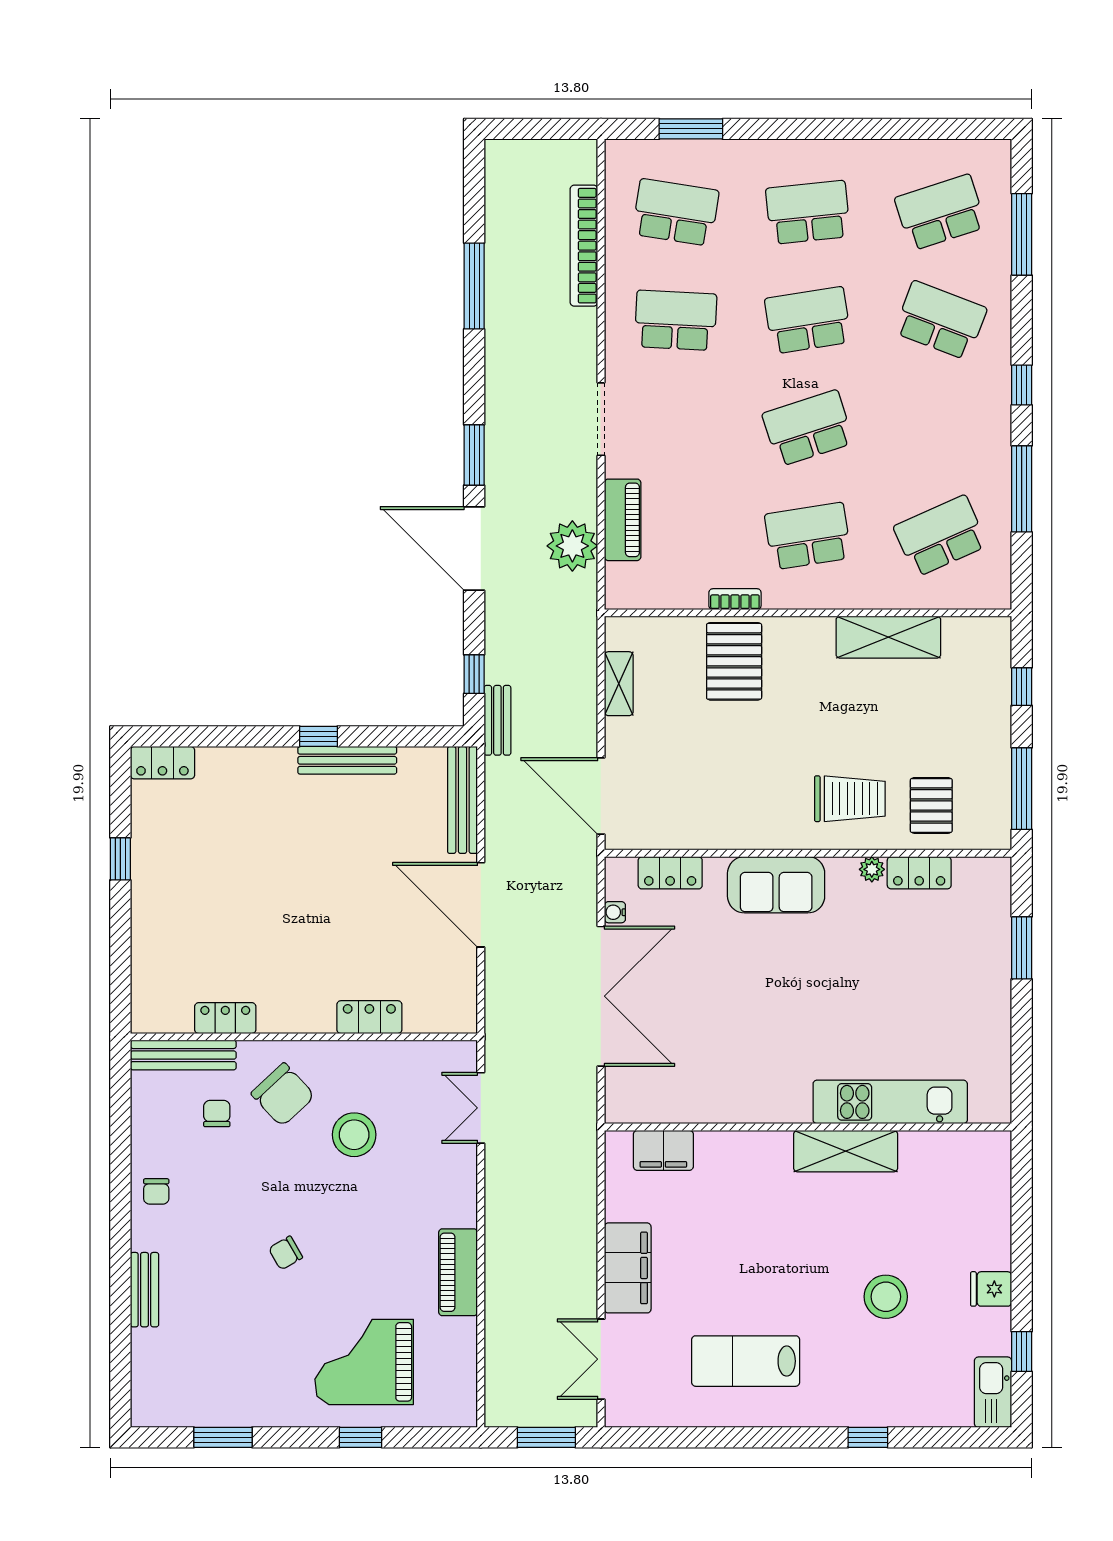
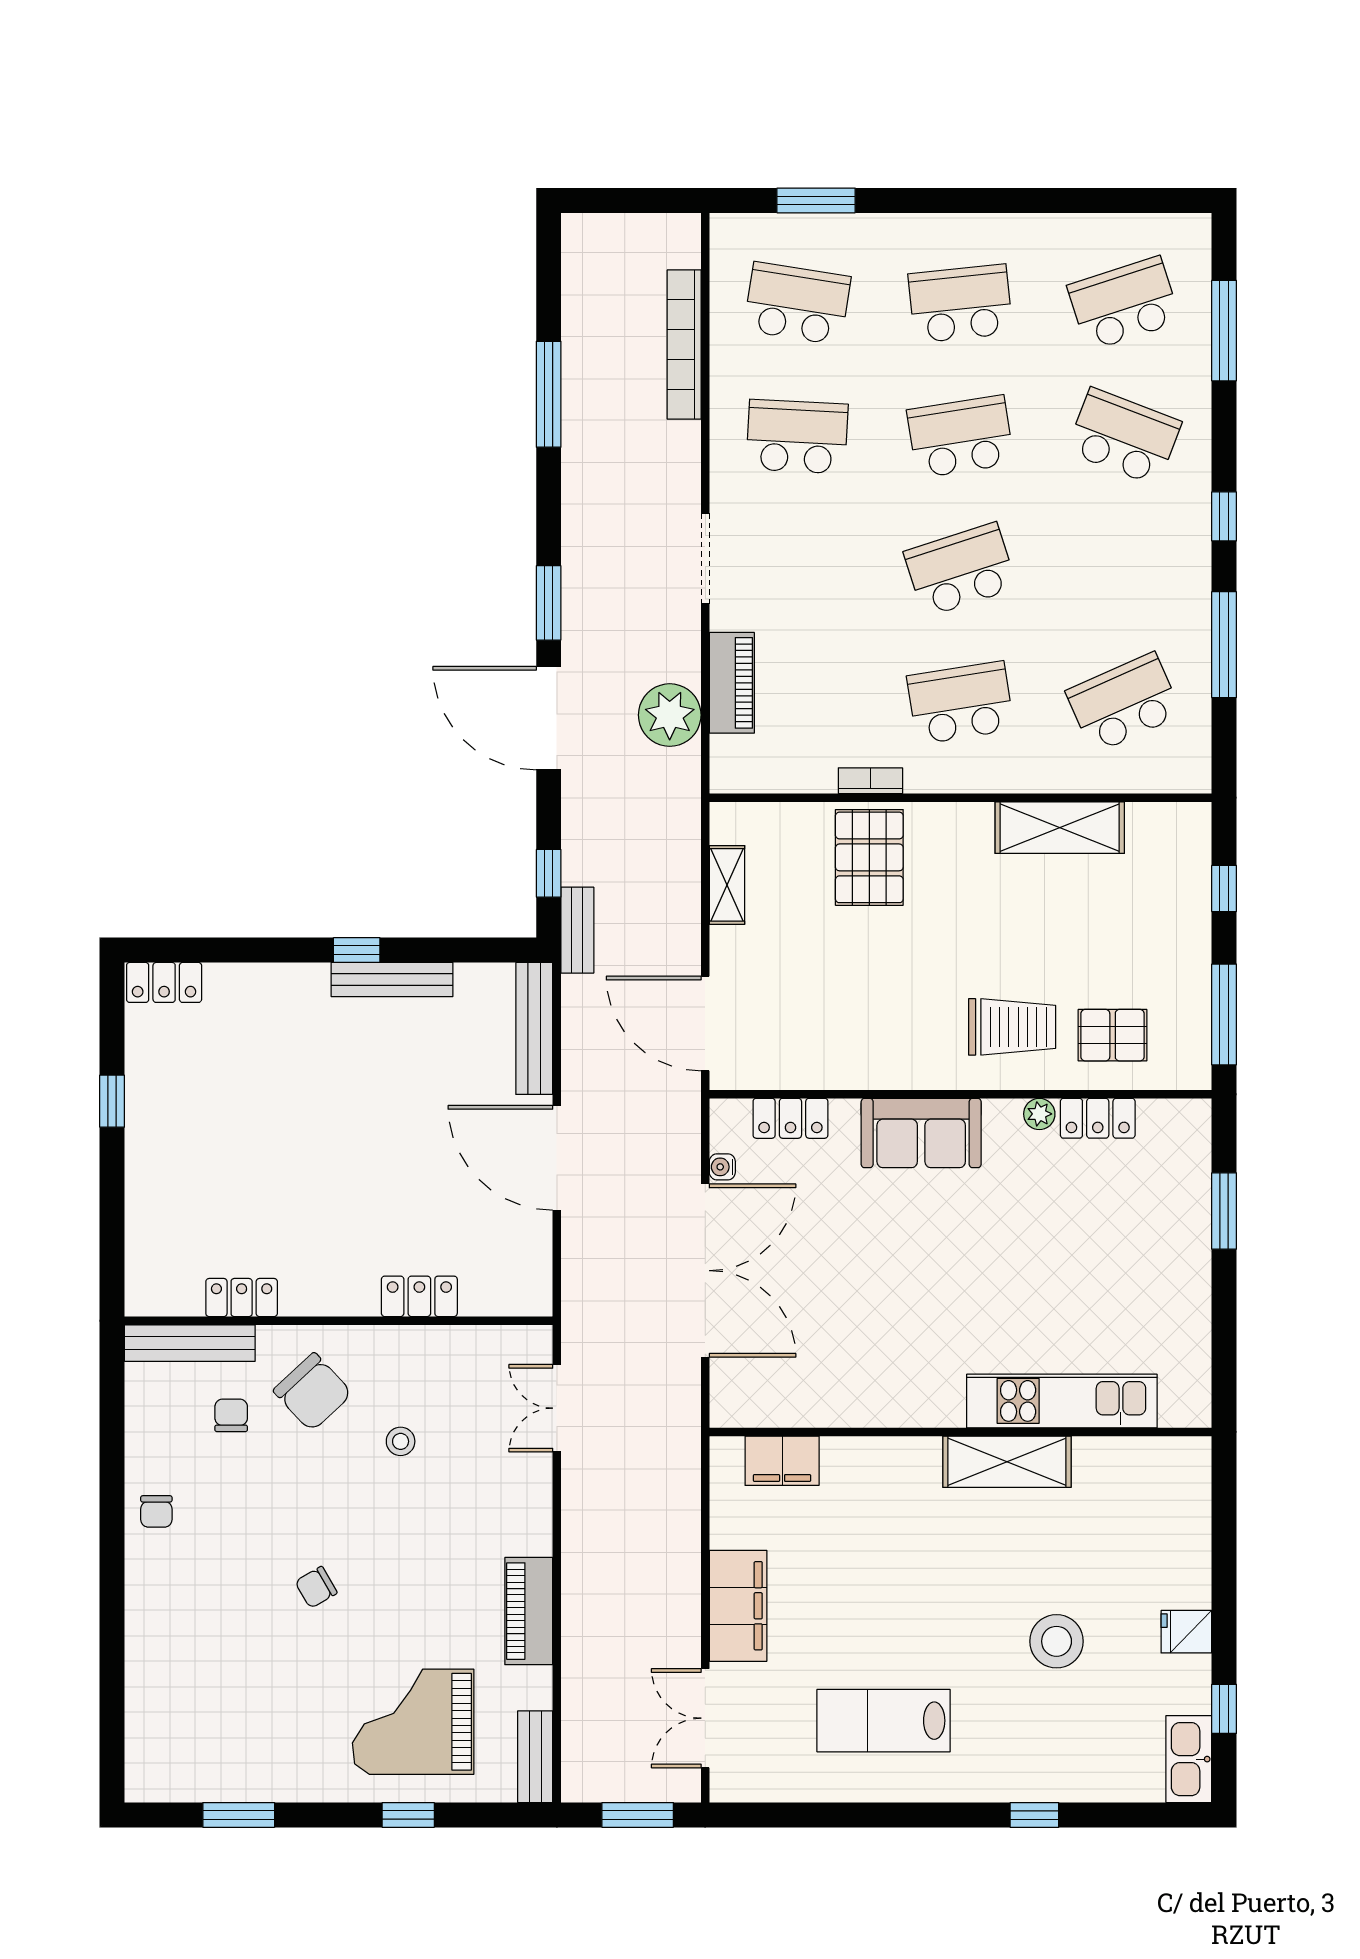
pallet: (931, 805) -> (1113, 1035), turned 90
stool: (354, 1135) -> (401, 1441), width x0.53, depth x0.53
bench: (144, 1290) -> (535, 1757), moved

